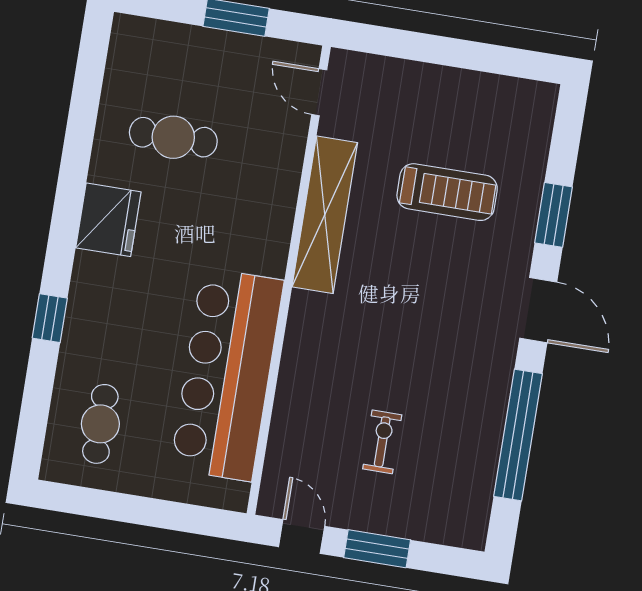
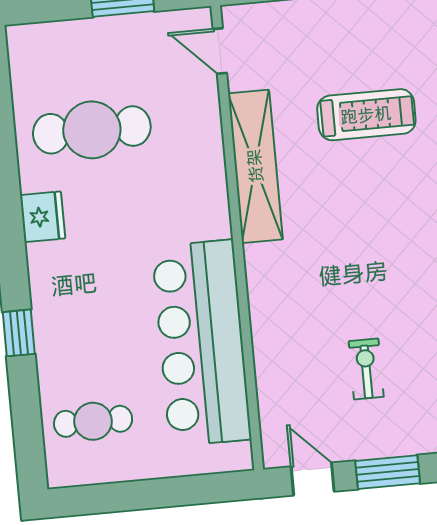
cafe table: (173, 137) -> (92, 130), width x1.37, depth x1.35
fridge: (108, 220) -> (43, 217), width x0.73, depth x0.75
cafe table: (100, 424) -> (93, 421), turned 90

